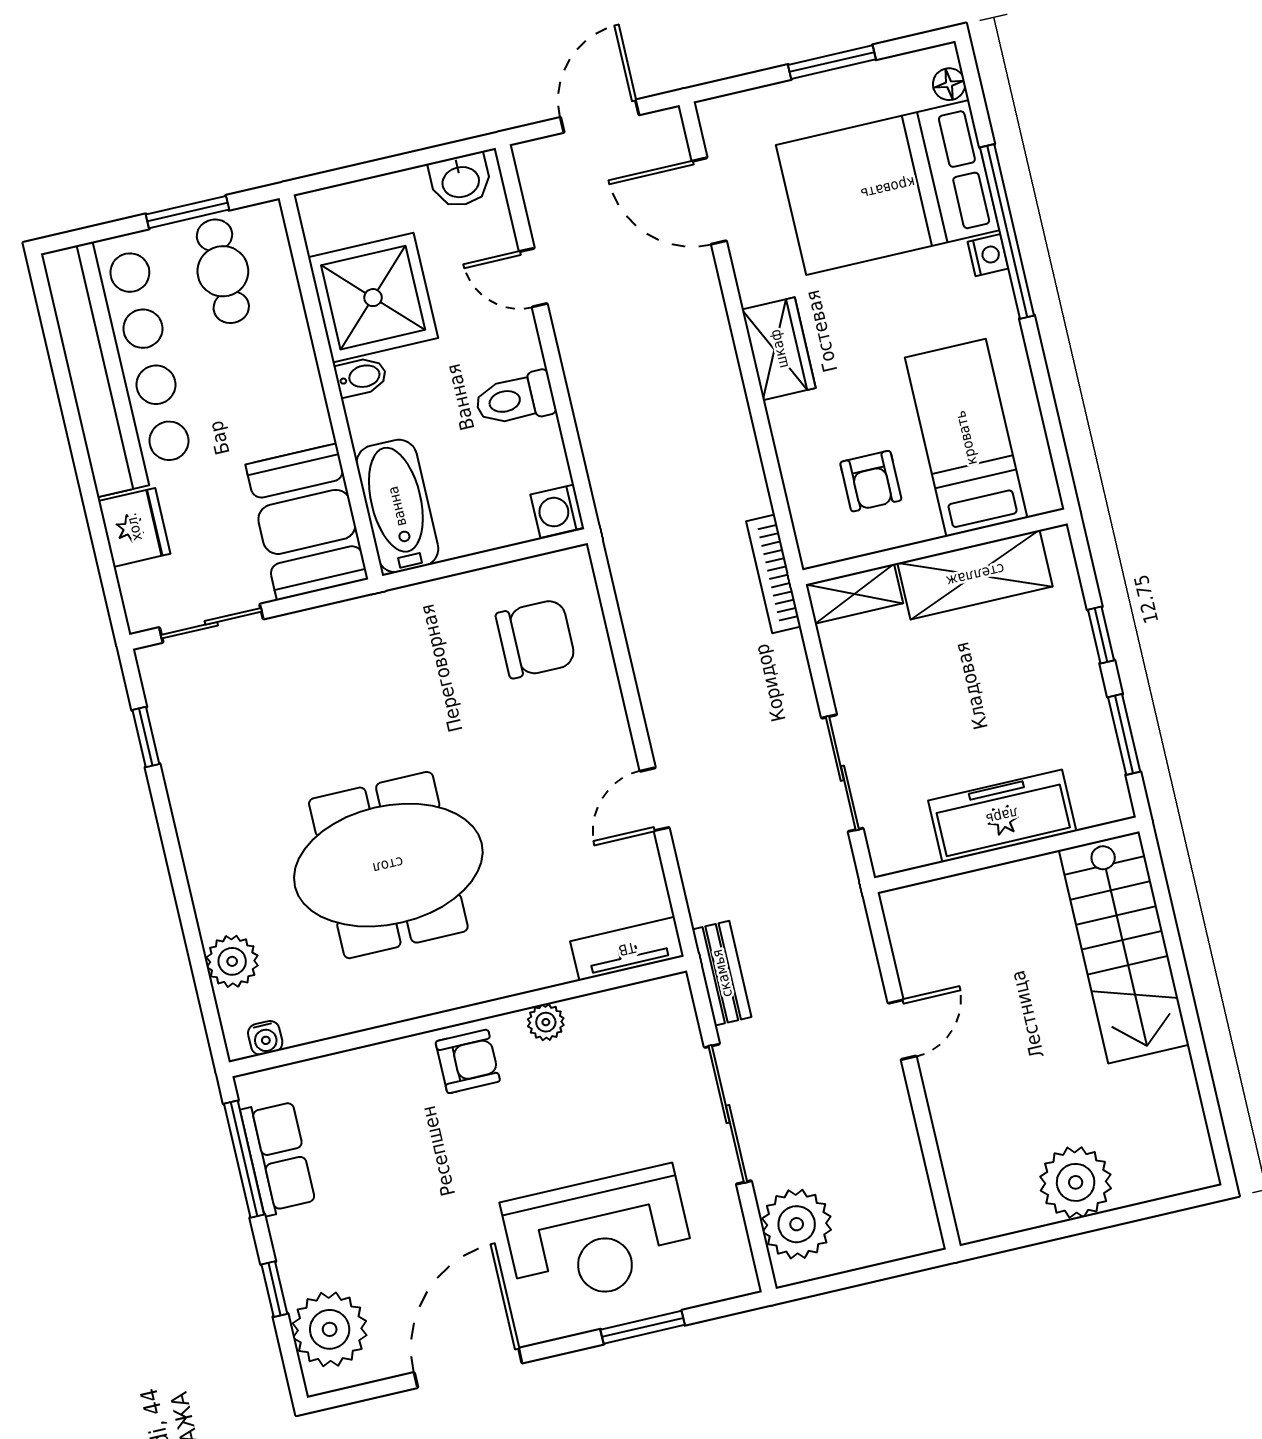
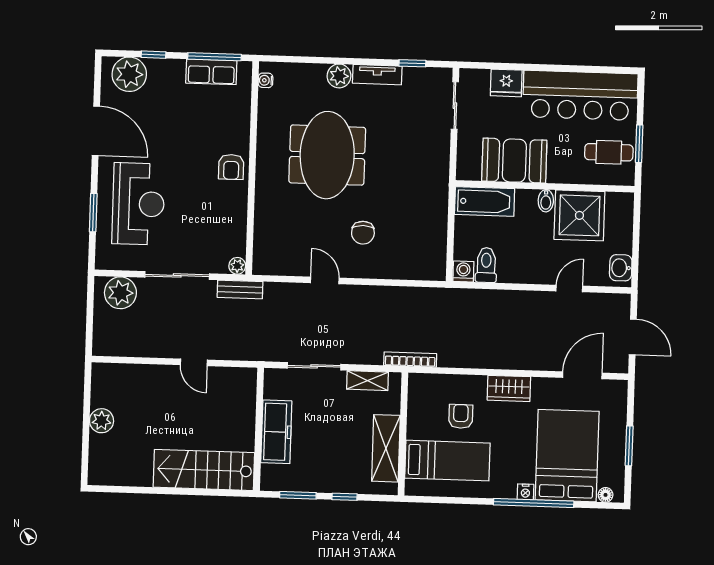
toilet: (515, 399) -> (486, 265), moved
armchair: (871, 481) -> (461, 416), moved, turned 90
booth: (307, 522) -> (514, 161), moved
shelving: (854, 594) -> (368, 381), moved, turned 90
chair: (536, 639) -> (363, 233), moved, width x0.73, depth x0.73
tv unit: (627, 949) -> (377, 75), moved, turned 90
plant: (232, 961) -> (339, 76), moved
plant: (546, 1022) -> (237, 266), moved
plant: (1076, 1182) -> (102, 421), width x0.73, depth x0.73
reception desk: (598, 1237) -> (138, 204), turned 180

